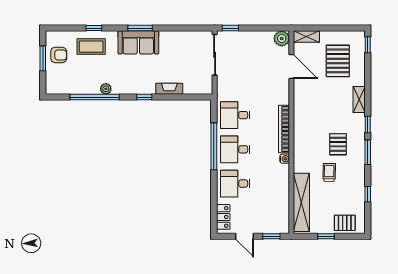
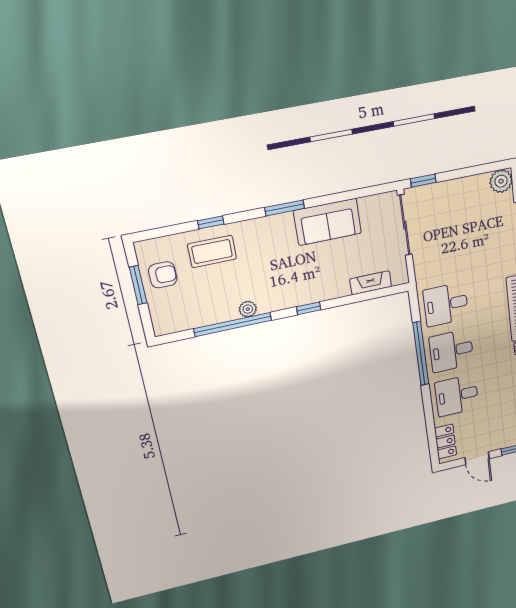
sofa: (138, 42) -> (328, 222), moved
fireplace: (169, 89) -> (371, 283), moved

